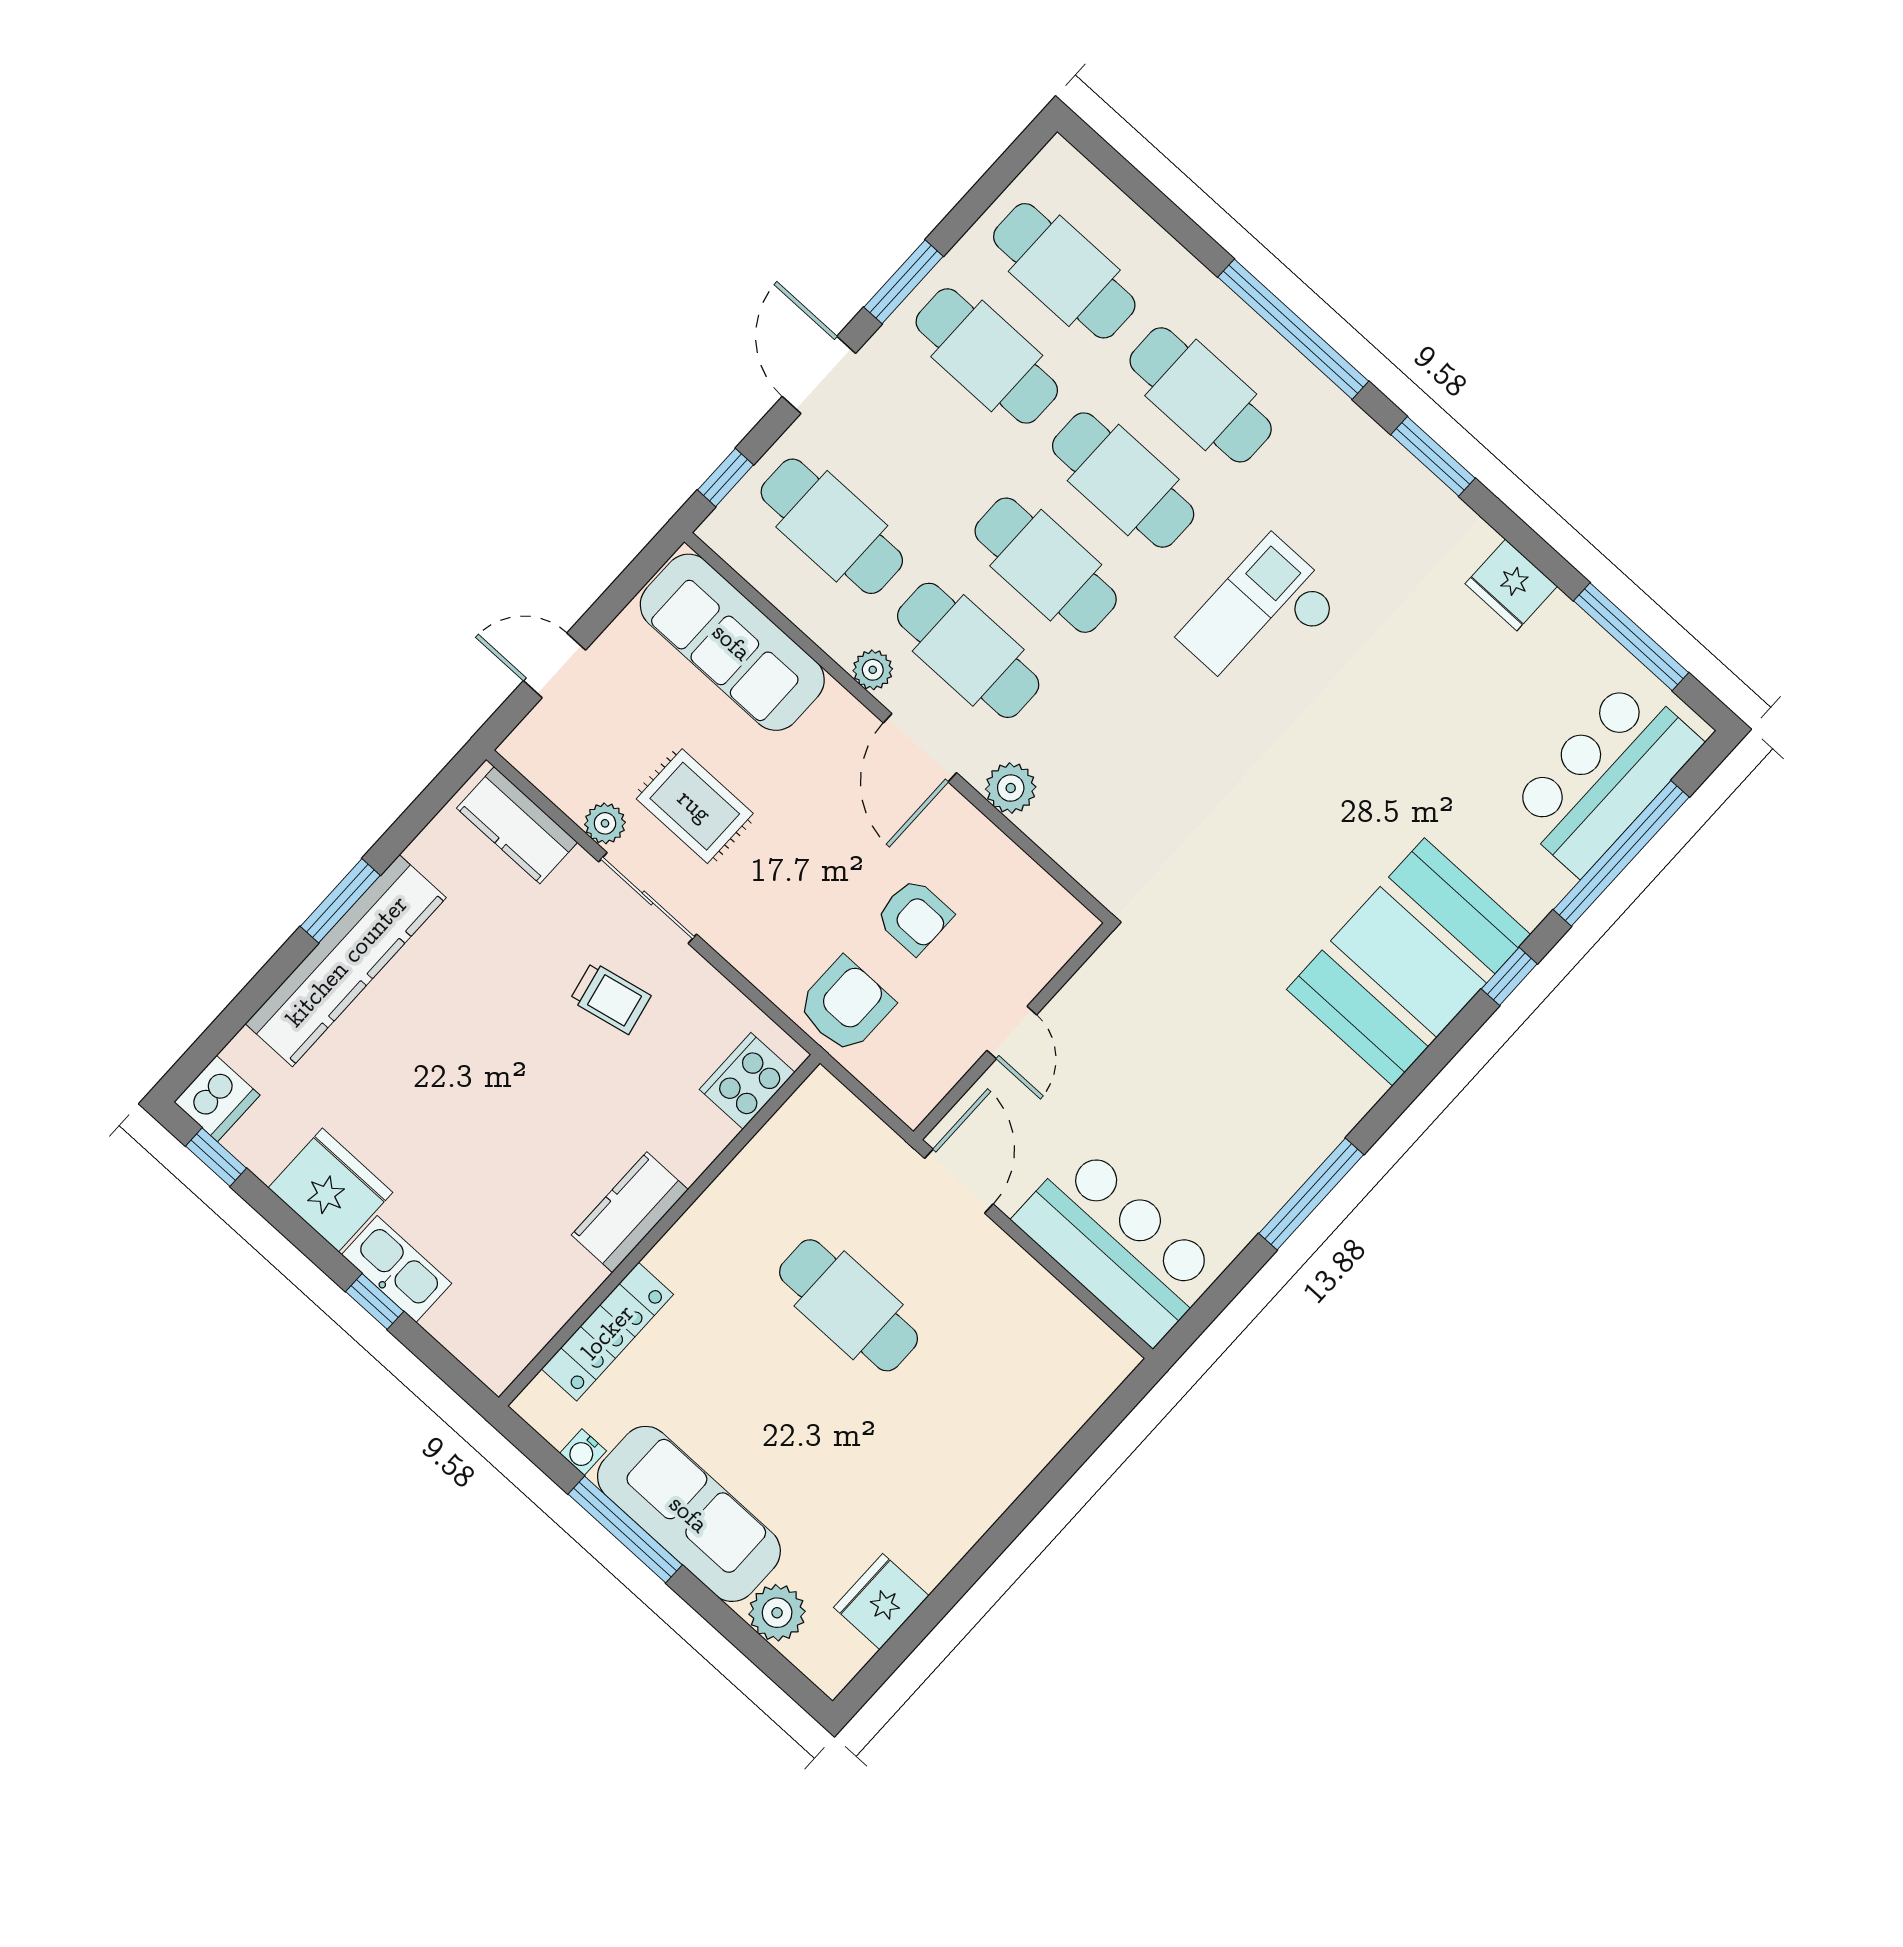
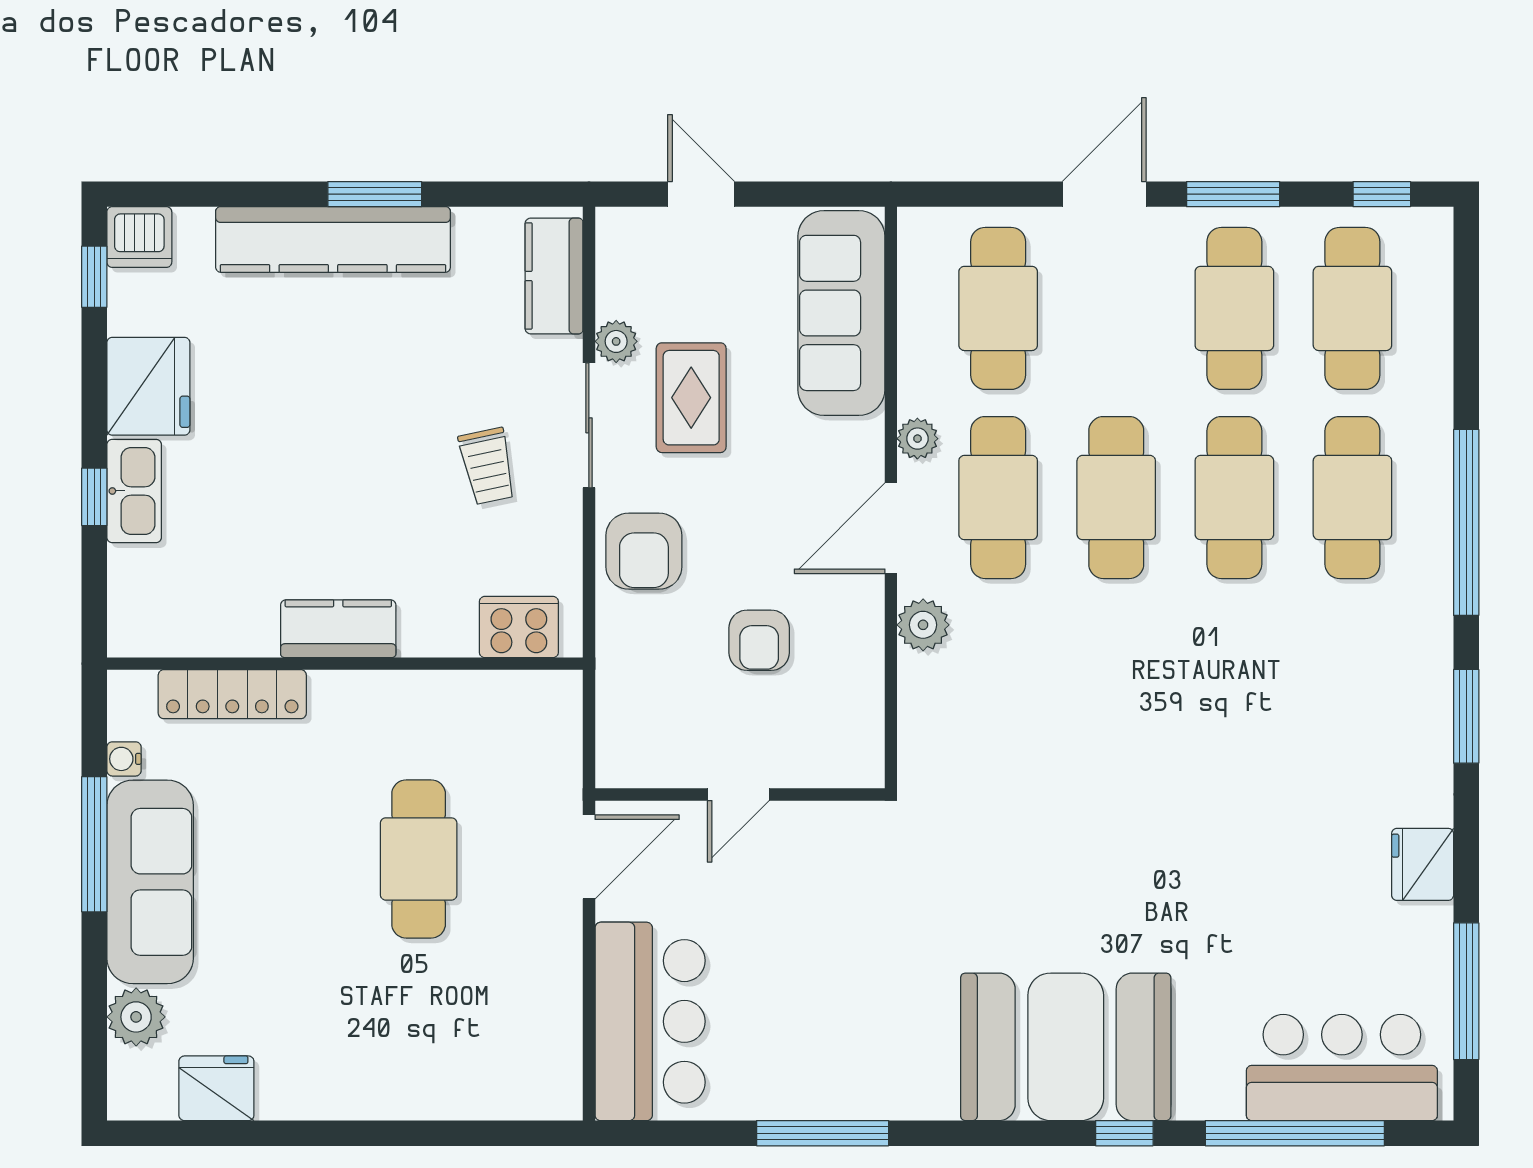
window: (725, 477) -> (1382, 194), moved
checkout: (1260, 618) -> (1224, 697), removed
armchair: (845, 1005) -> (644, 551), moved, turned 90

